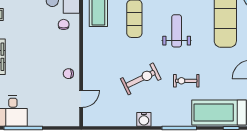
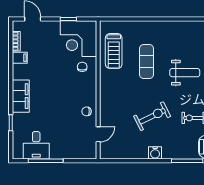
weight bench: (177, 31) -> (185, 73), turned 90

